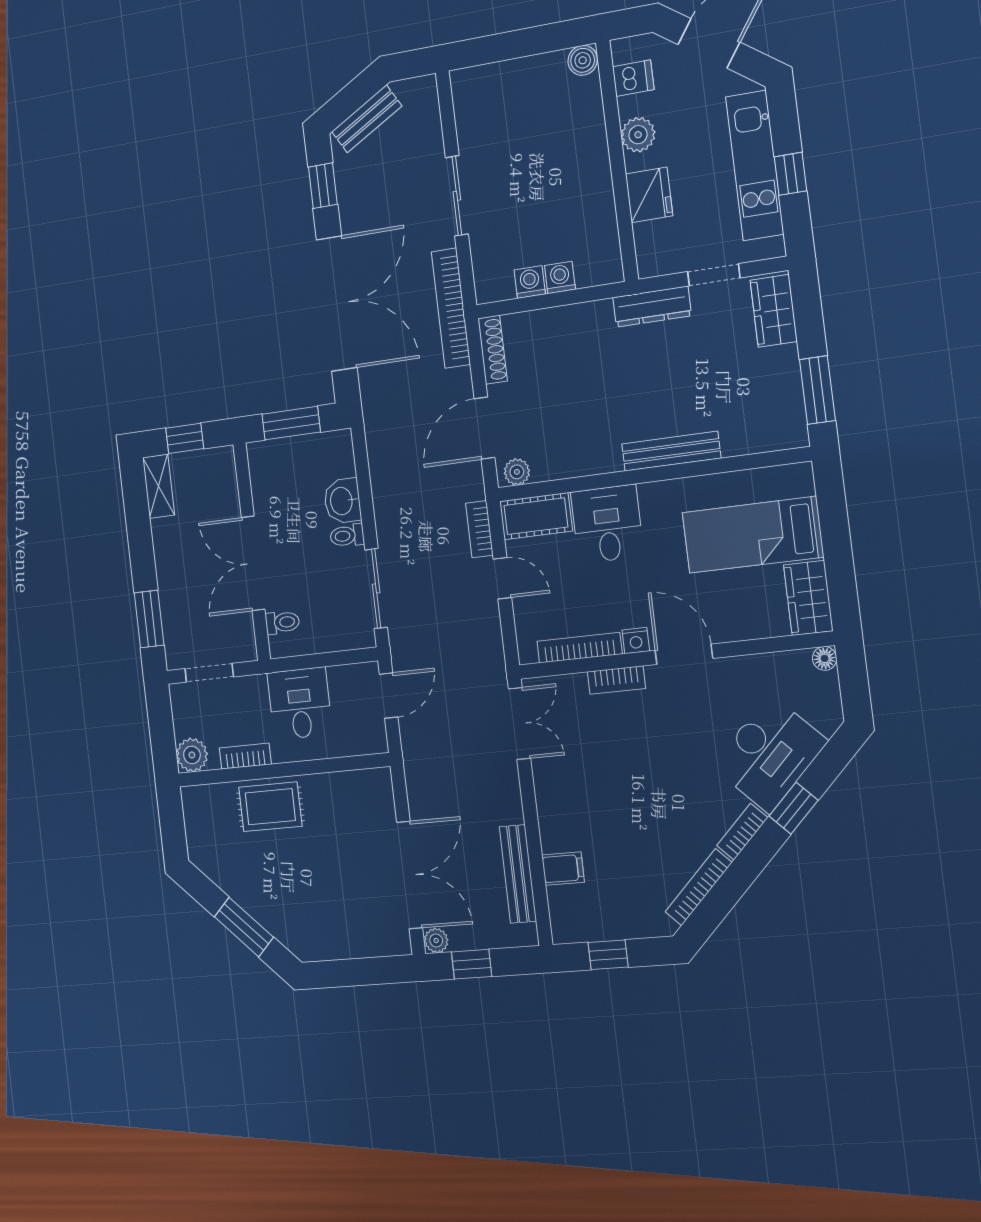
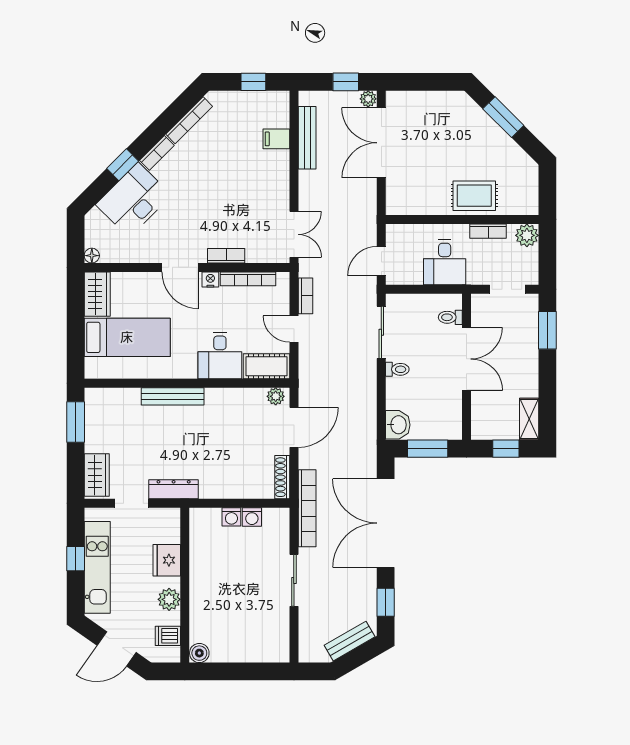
washbasin: (342, 501) -> (398, 425), moved
bookcase: (479, 529) -> (306, 296), moved
double door: (520, 723) -> (294, 234), swing flipped

